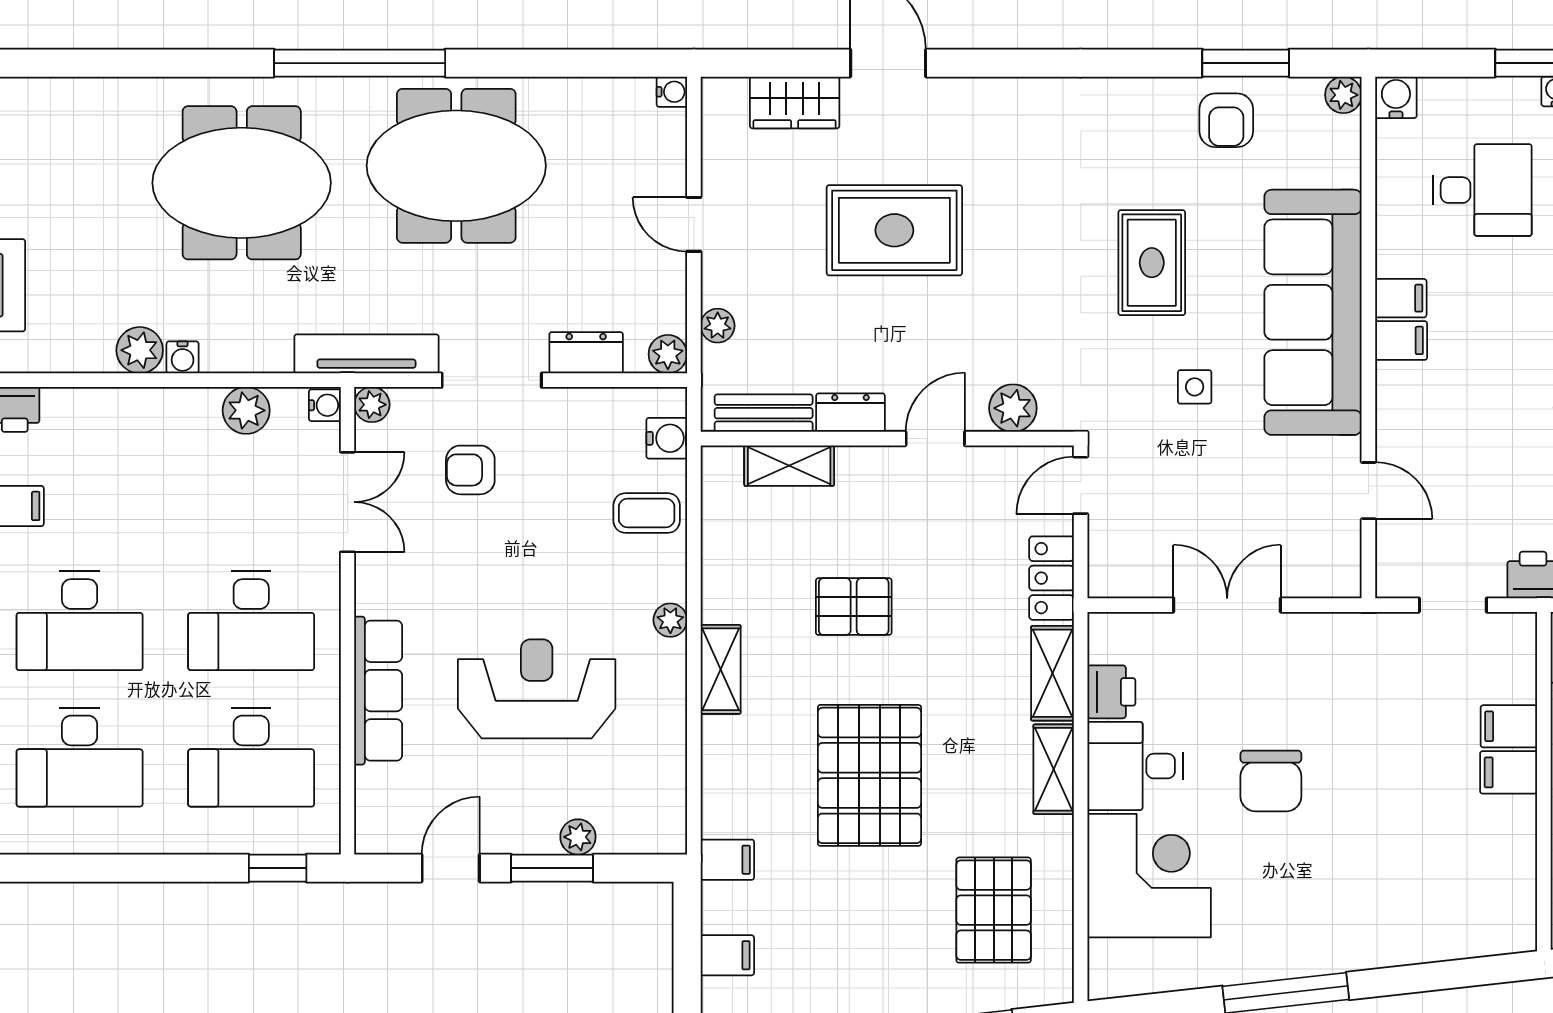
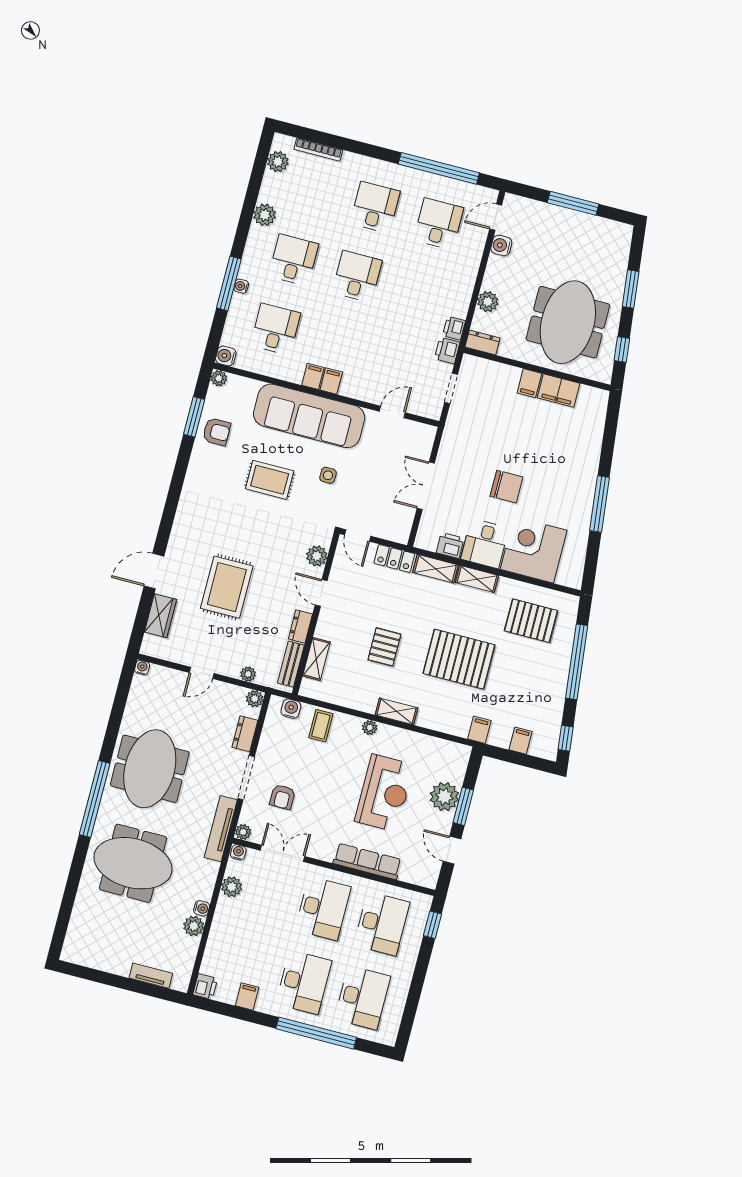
meeting table: (242, 183) -> (133, 863), turned 90
reception desk: (537, 689) -> (384, 793), turned 180
filing cabinet: (1509, 726) -> (558, 391), moved, width x2.00
plant: (578, 837) -> (444, 797), width x1.88, depth x1.88

